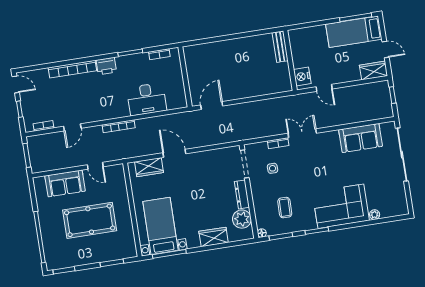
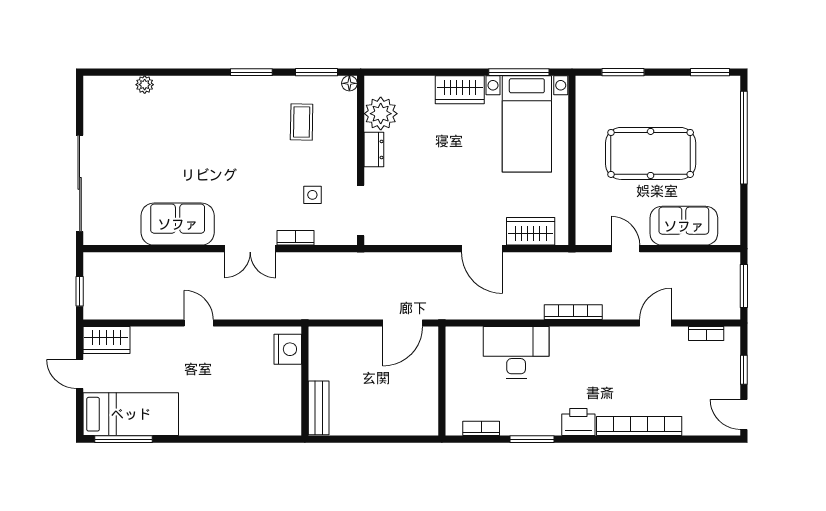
bench: (280, 47) -> (319, 408), moved
wall: (290, 60) -> (305, 381), moved
nightstand: (302, 76) -> (288, 349), moved
sofa: (361, 138) -> (178, 224), moved
dresser: (242, 194) -> (374, 149), width x0.70
corner sofa: (341, 206) -> (202, 109), removed
wardrobe: (214, 237) -> (460, 90), moved

